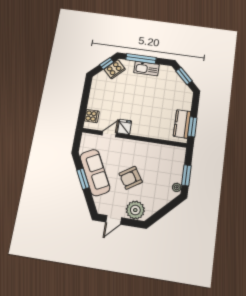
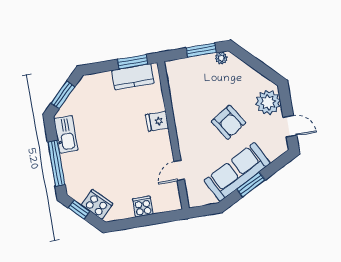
cooker: (115, 69) -> (97, 204), moved
kitchen sink: (146, 69) -> (66, 134), moved
cooker: (92, 116) -> (143, 207), moved
fridge: (125, 127) -> (157, 121), moved
door: (109, 134) -> (179, 171), hinge flipped

